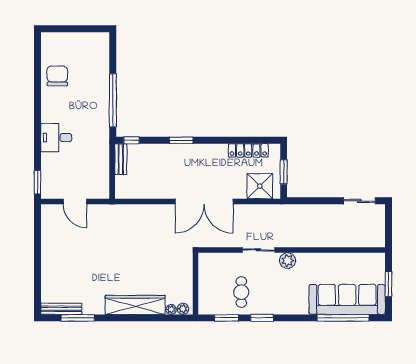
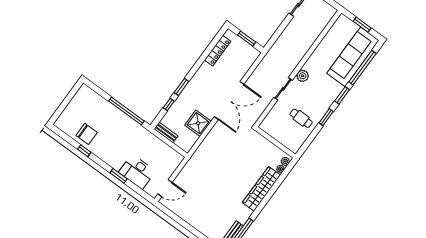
chair: (57, 76) -> (87, 134), turned 180
window: (37, 86) -> (84, 151), added
desk: (56, 138) -> (137, 172), moved, width x1.37
window: (132, 140) -> (169, 104), moved
window: (37, 182) -> (118, 176), moved
shower: (260, 186) -> (198, 123), moved
door: (75, 202) -> (165, 188), moved
window: (226, 318) -> (342, 95), moved

